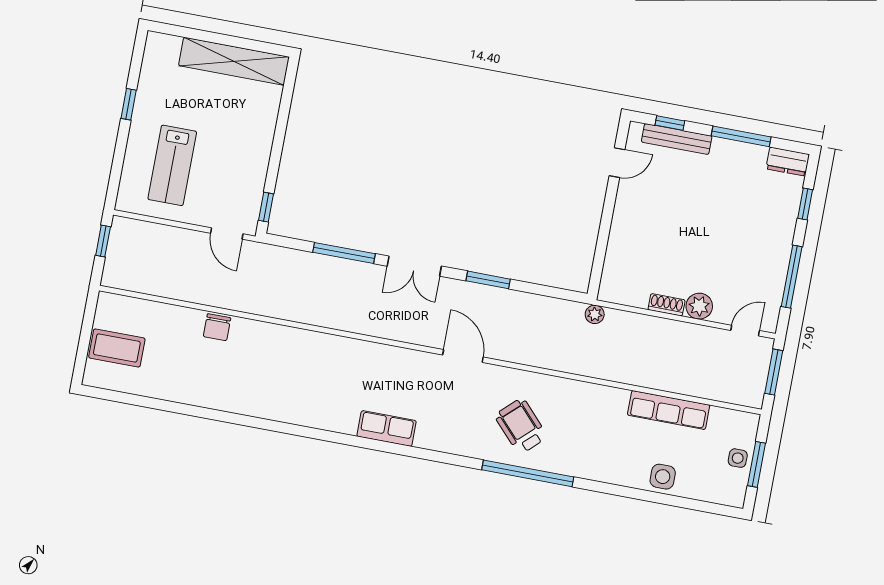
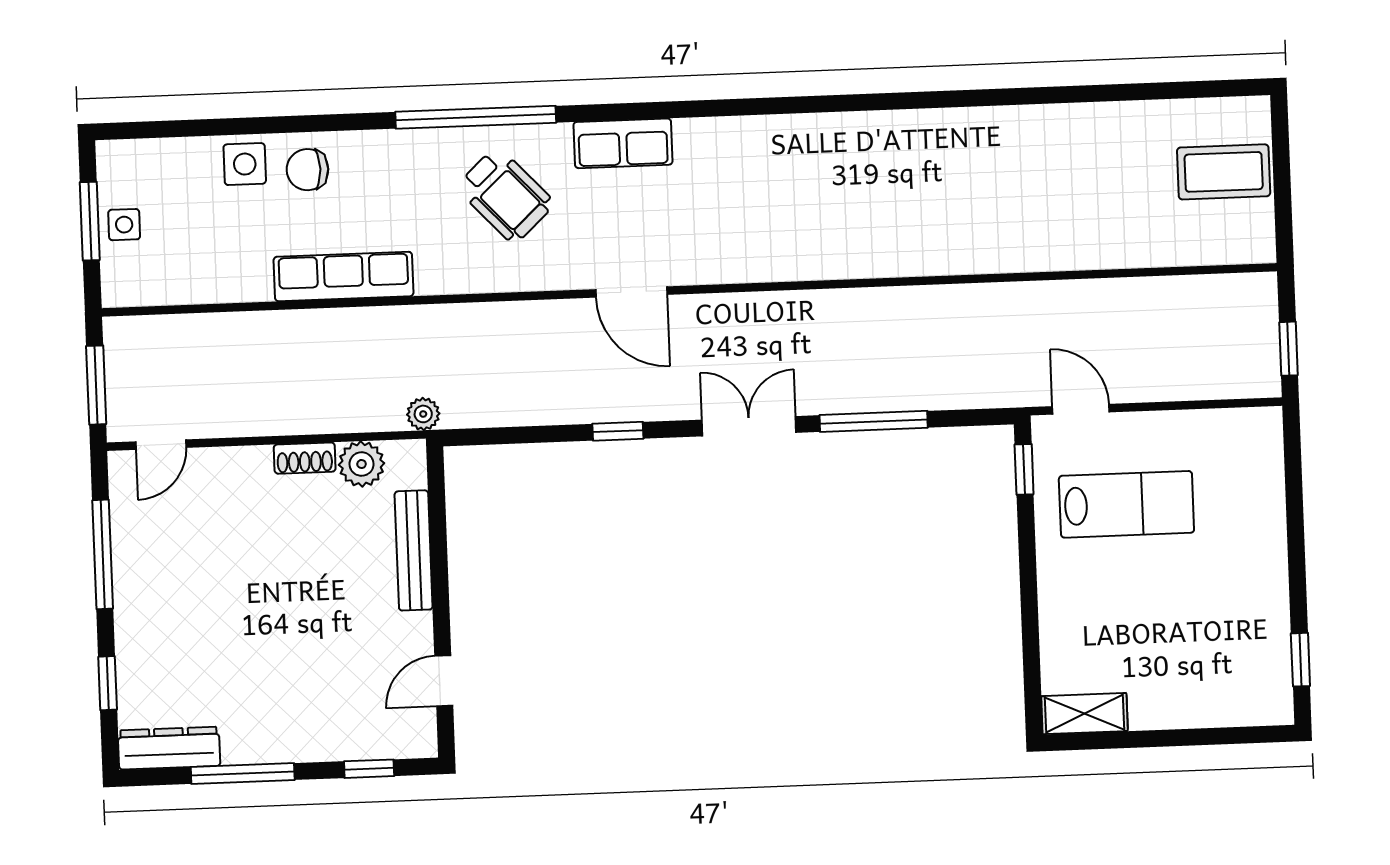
shelving: (234, 61) -> (1084, 714), width x0.45, depth x0.75
window: (129, 104) -> (1300, 660), moved
bench: (677, 139) -> (414, 550), moved, turned 90
dresser: (788, 162) -> (169, 748), width x1.44
lab bench: (172, 165) -> (1126, 504), moved, turned 90
window: (488, 280) -> (618, 431), width x0.67
plant: (699, 306) -> (362, 464), moved
chair: (217, 327) -> (307, 170), moved, turned -90
row of seats: (669, 410) -> (344, 276), moved
row of seats: (387, 429) -> (623, 143), moved

